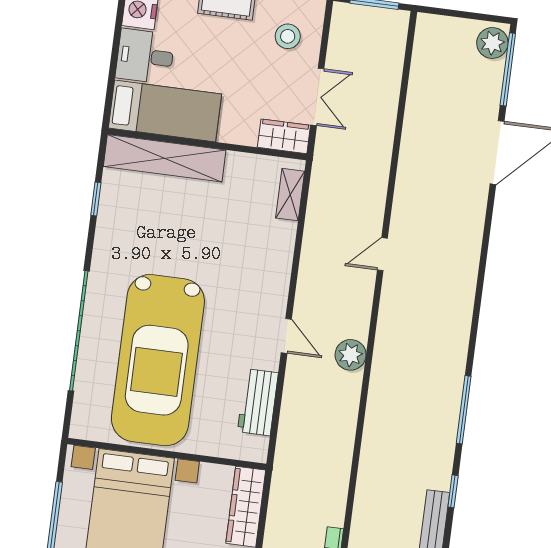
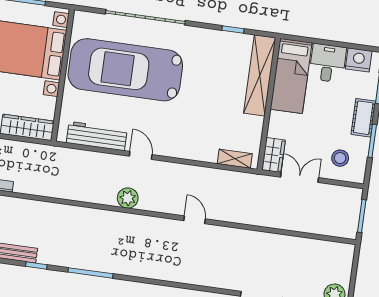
double door: (317, 97) -> (300, 177), swing flipped
door: (286, 336) -> (141, 155), swing flipped
workbench: (258, 402) -> (97, 136), width x1.37

